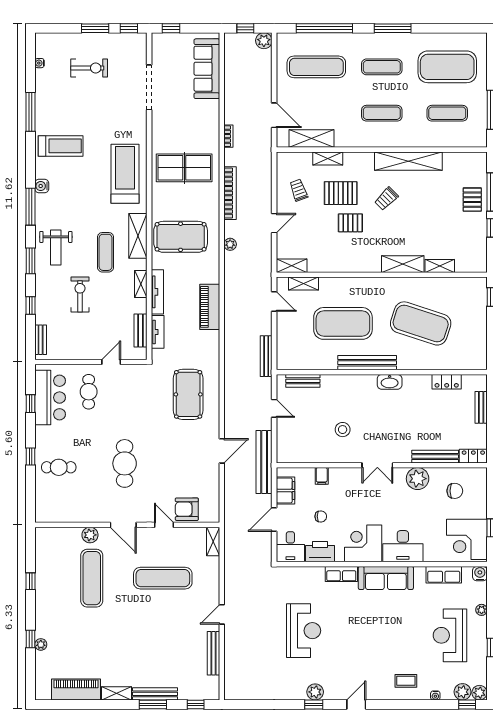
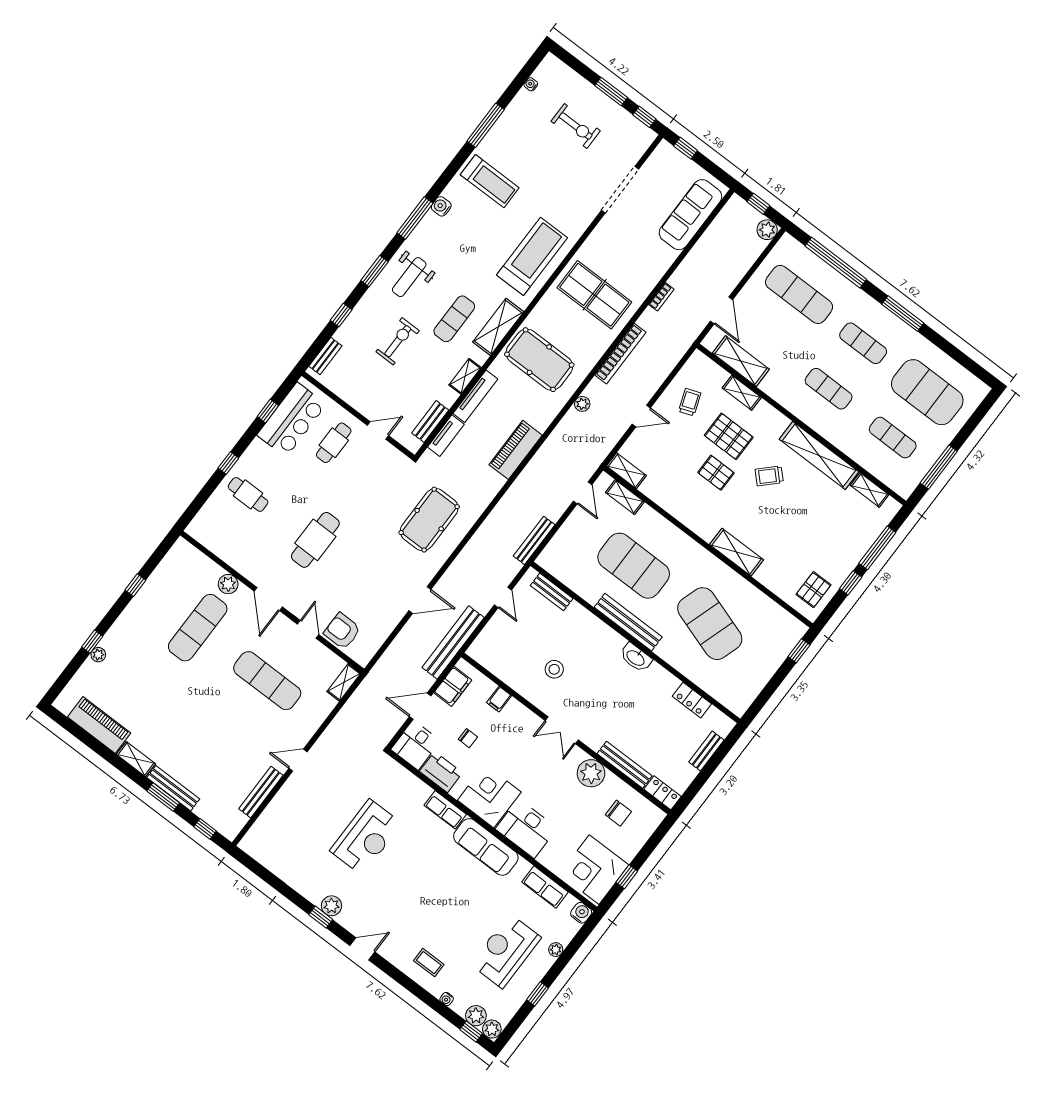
pallet: (472, 200) -> (813, 590), moved
shelving: (440, 266) -> (870, 490), moved

